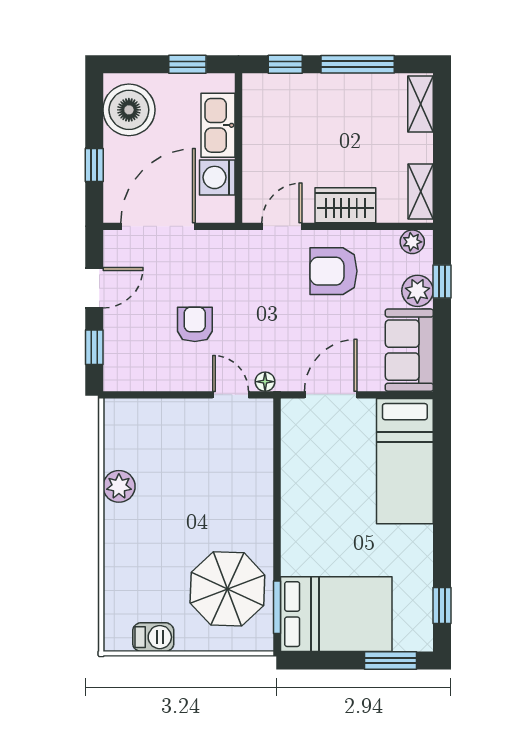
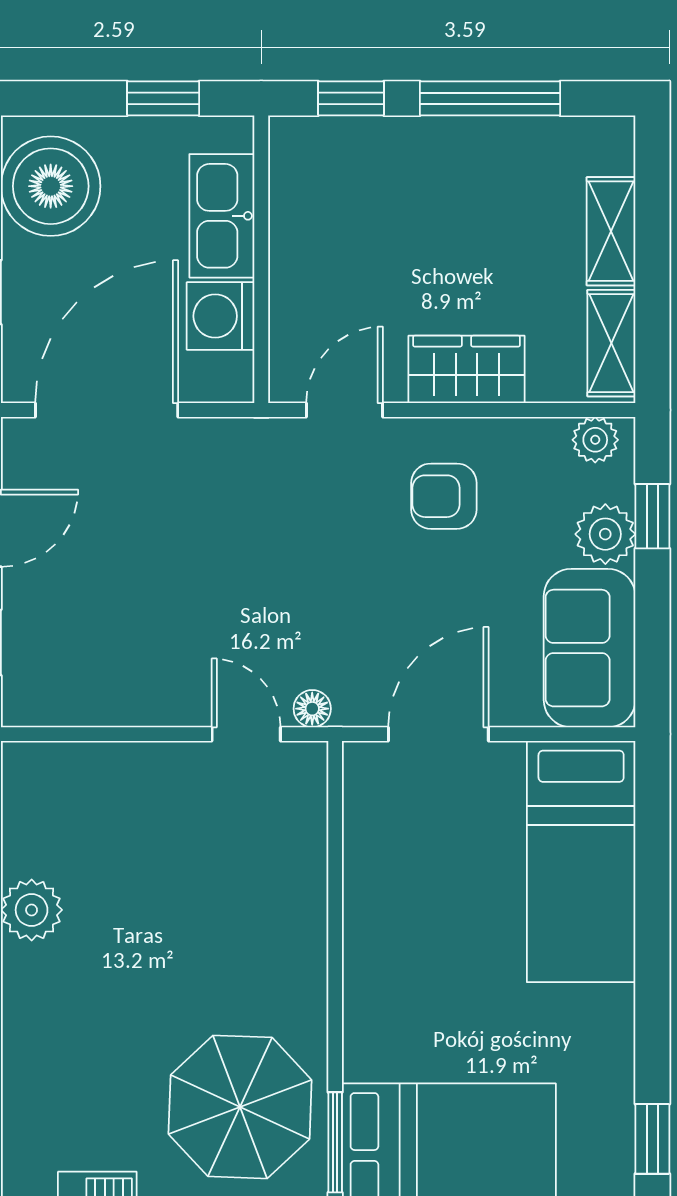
shelving: (420, 104) -> (611, 231), moved
armchair: (333, 271) -> (444, 496), width x0.72, depth x0.72
armchair: (195, 324) -> (177, 598), removed

